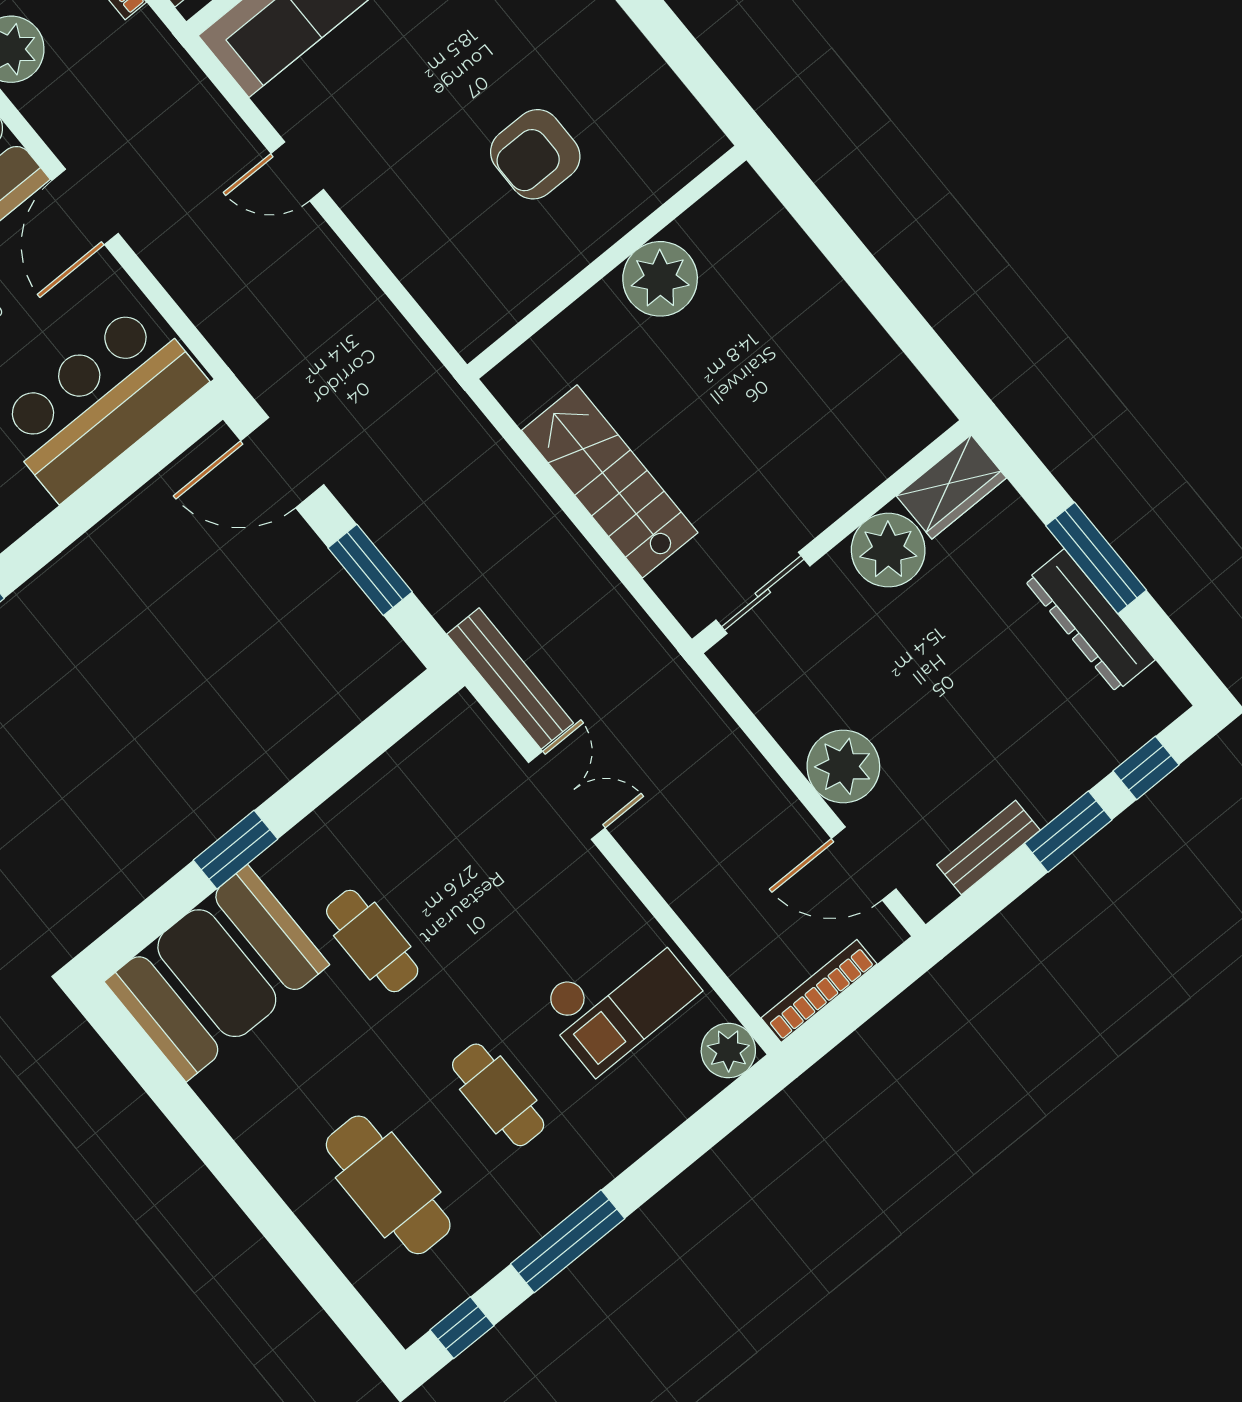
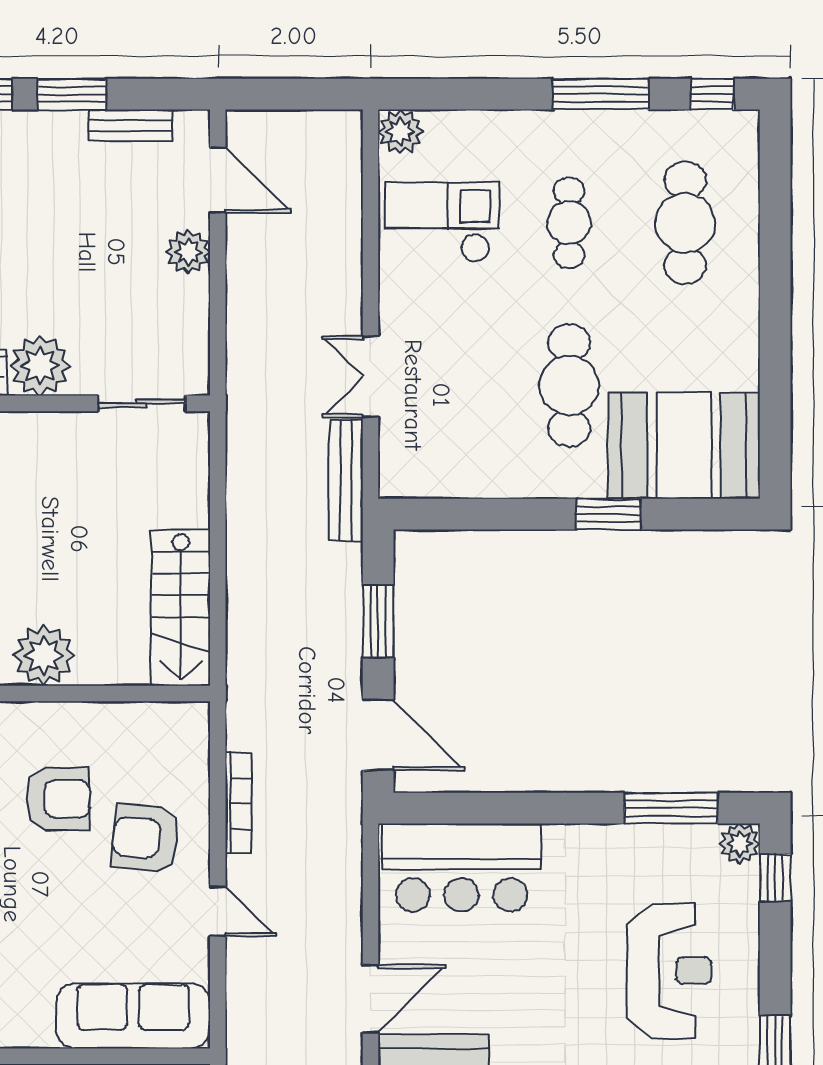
armchair: (422, 185) -> (146, 838), added
stairs: (610, 481) -> (181, 608), moved
plant: (843, 766) -> (188, 252), width x0.73, depth x0.73
cafe table: (372, 941) -> (569, 385), width x1.37, depth x1.35
bookcase: (819, 991) -> (238, 803), moved, turned -90

